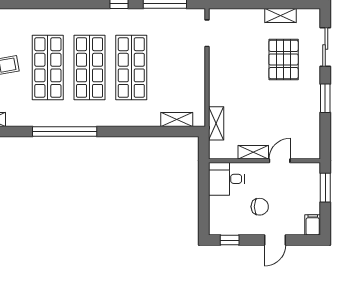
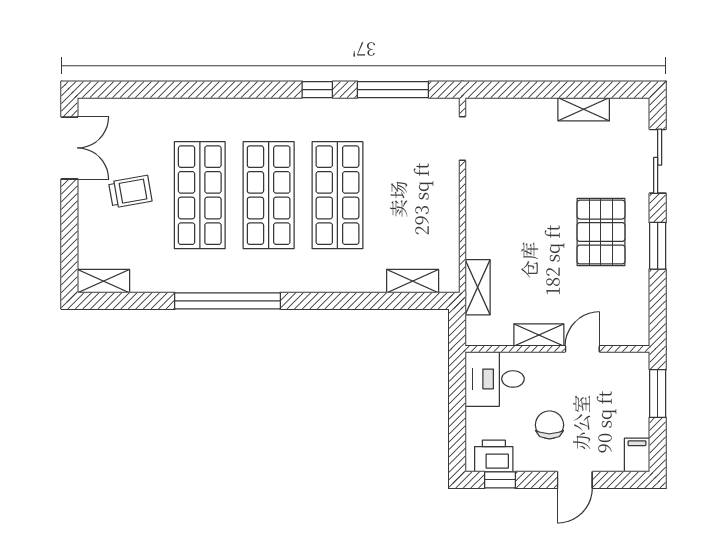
pallet: (284, 59) -> (601, 232), moved
chair: (260, 207) -> (549, 425), turned -90
printer: (226, 226) -> (494, 456), added

